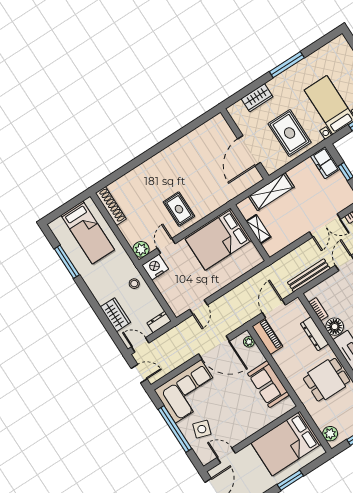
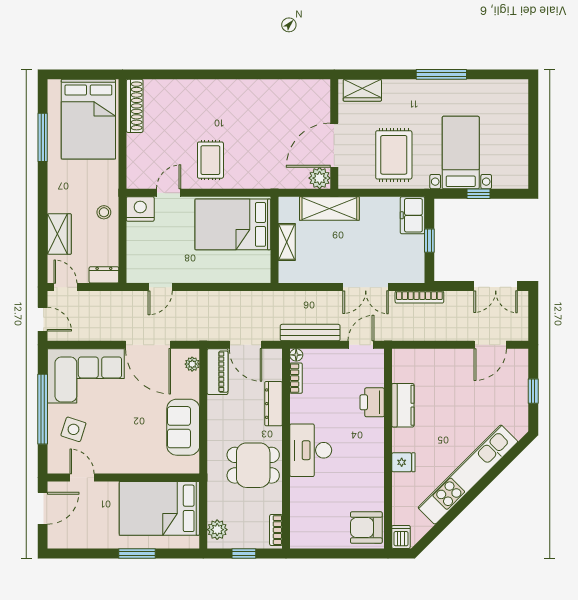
wardrobe: (257, 98) -> (362, 90), moved
bed: (88, 233) -> (88, 119), width x1.50
plant: (141, 249) -> (320, 178), moved
door: (274, 309) -> (245, 345), swing flipped
floor lamp: (335, 327) -> (296, 355), moved, width x0.53, depth x0.53

